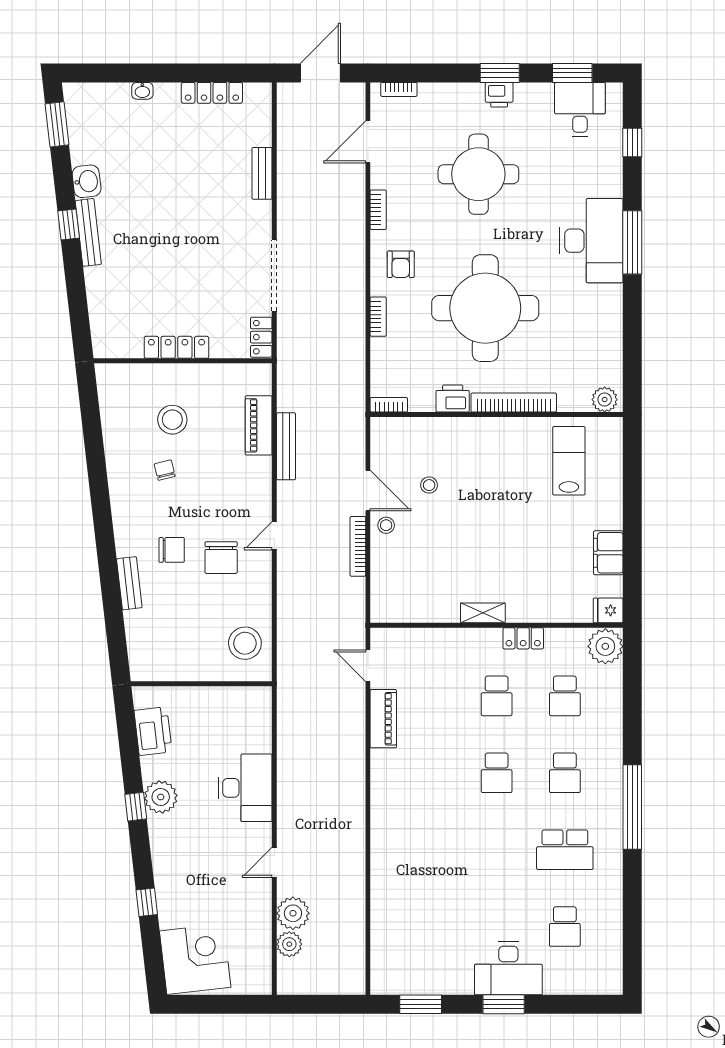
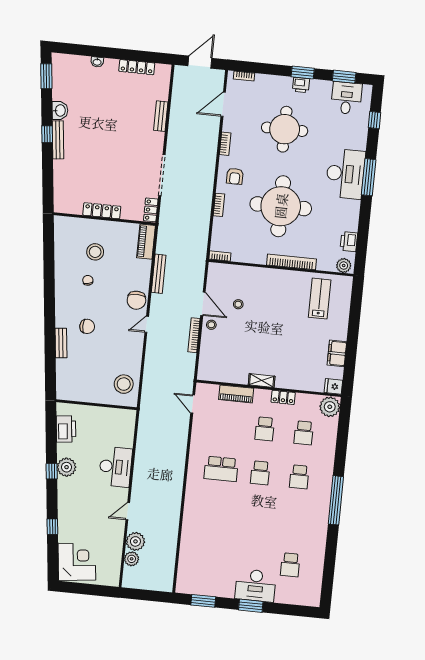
printer: (453, 399) -> (349, 242), moved, turned -90
piano: (259, 425) -> (146, 242), moved
chair: (221, 558) -> (136, 300), moved
piano: (383, 719) -> (236, 394), moved, turned 90
school desk: (565, 850) -> (221, 469), moved

